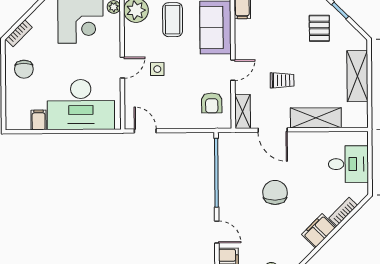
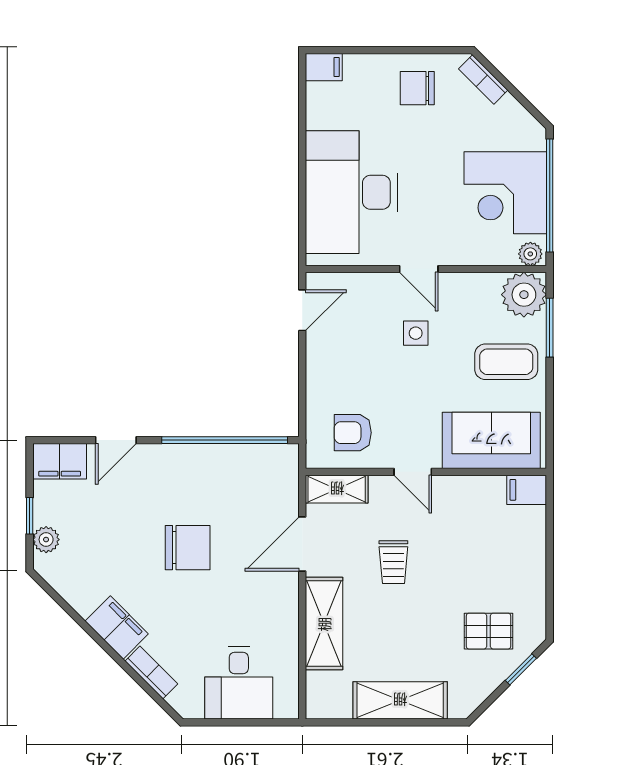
filing cabinet: (39, 120) -> (324, 67), moved

